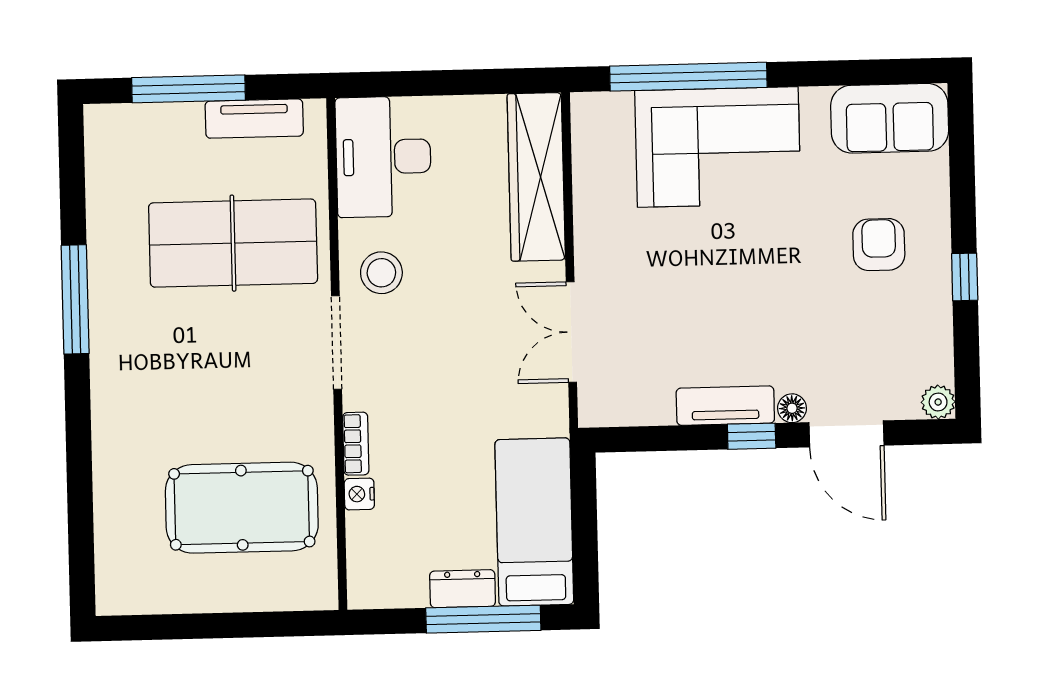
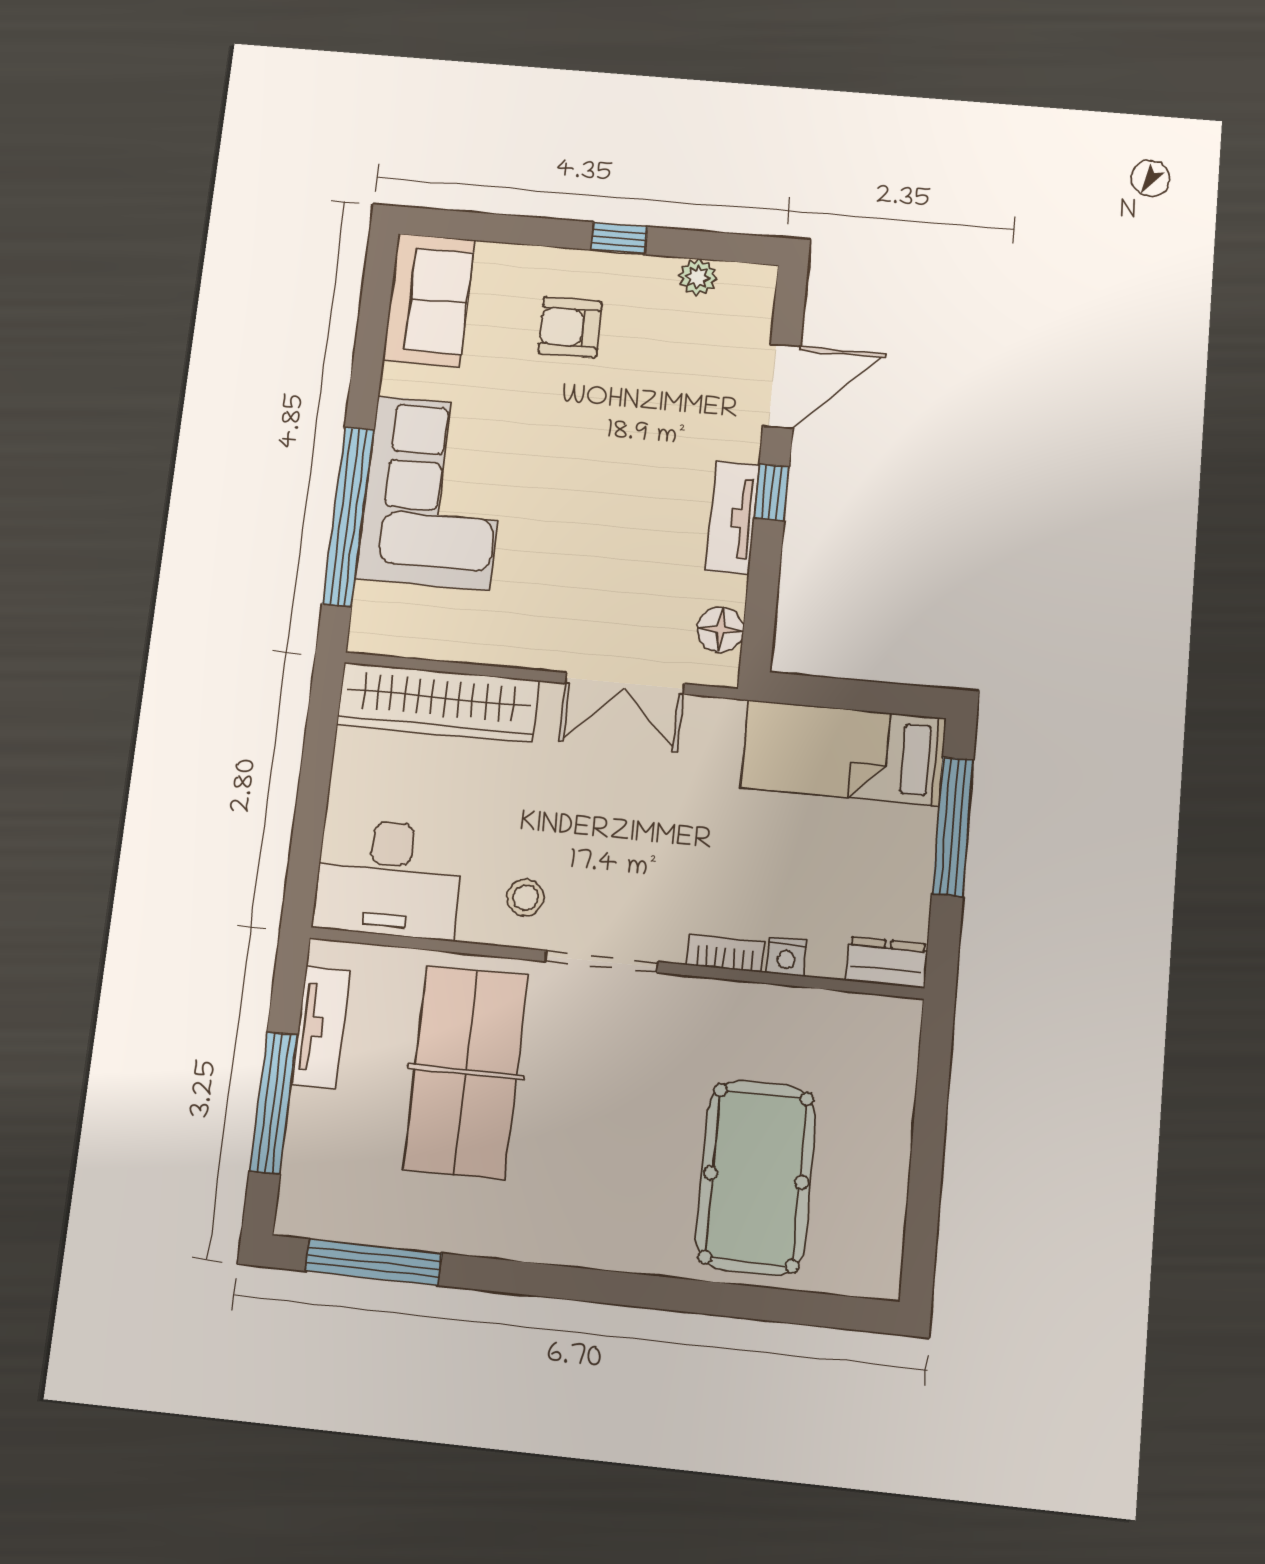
stool: (381, 273) -> (525, 898), width x0.73, depth x0.73
window: (75, 299) -> (374, 1262), moved
plant: (938, 402) -> (698, 277), moved
floor lamp: (792, 408) -> (720, 630), moved, width x1.37, depth x1.37
pool table: (242, 508) -> (756, 1178), moved
dresser: (463, 589) -> (887, 962), moved, turned 90

